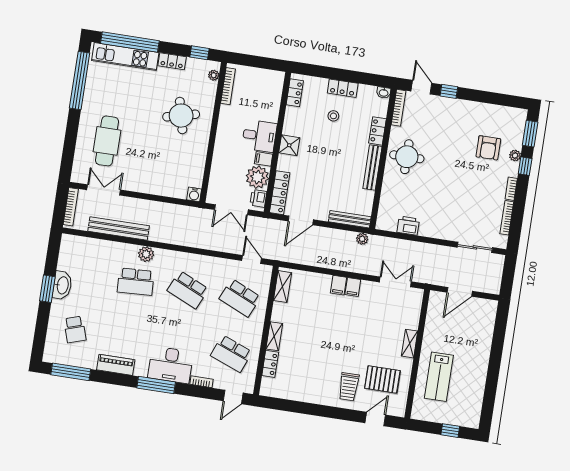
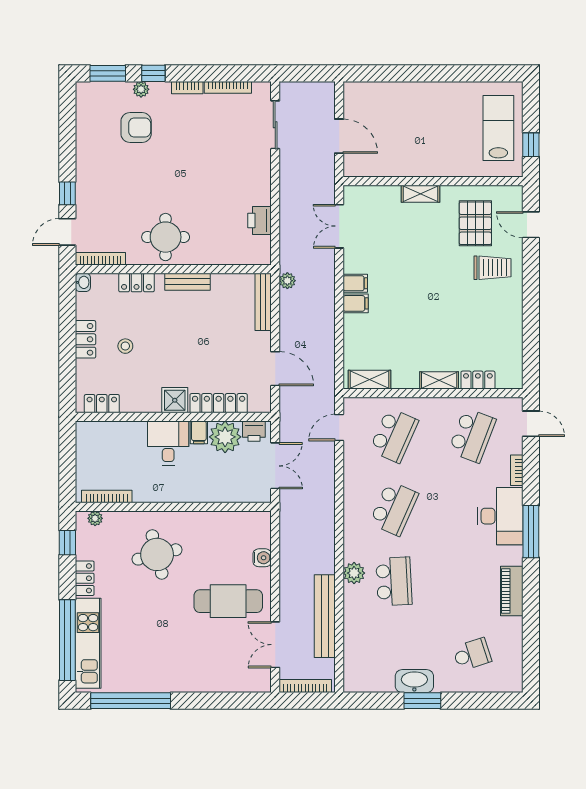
cafe table: (107, 141) -> (228, 601), moved
bench: (372, 167) -> (188, 282), width x0.73
locker: (280, 193) -> (219, 403), moved
water cooler: (194, 194) -> (262, 558), moved
window: (71, 372) -> (531, 651), removed
lab bench: (439, 377) -> (498, 128), moved, turned -90
window: (450, 431) -> (531, 145), moved

